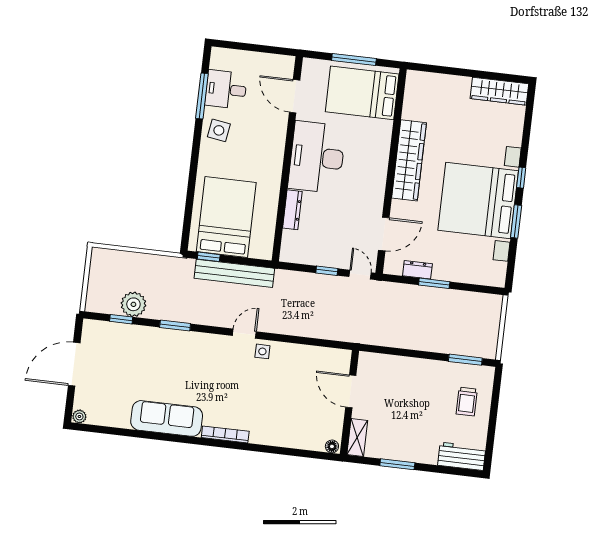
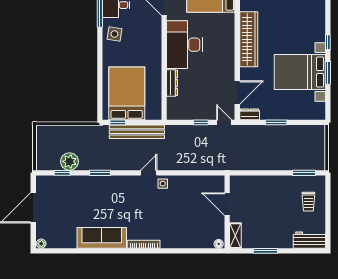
bed with nightstands: (478, 200) -> (300, 72), width x0.73
dresser: (417, 270) -> (250, 114), moved

